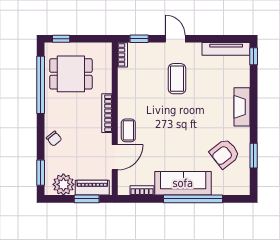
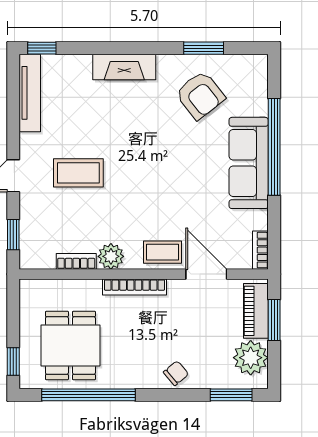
bookcase: (123, 55) -> (76, 261), moved
plant: (126, 99) -> (111, 256), added
bookcase: (142, 190) -> (260, 250), moved

